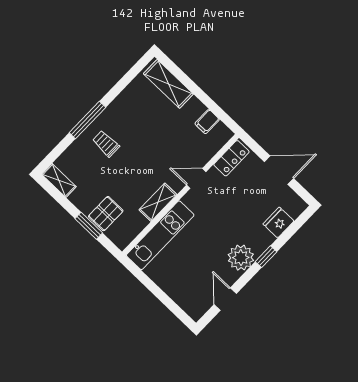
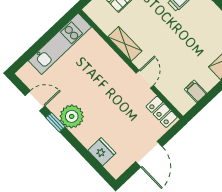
kitchen unit: (160, 235) -> (60, 44), moved, turned -90
window: (266, 257) -> (55, 122), moved

